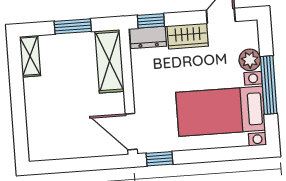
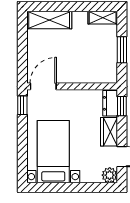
plant: (250, 60) -> (110, 175), moved
shelving: (110, 61) -> (49, 20), moved
window: (269, 85) -> (70, 187), removed

